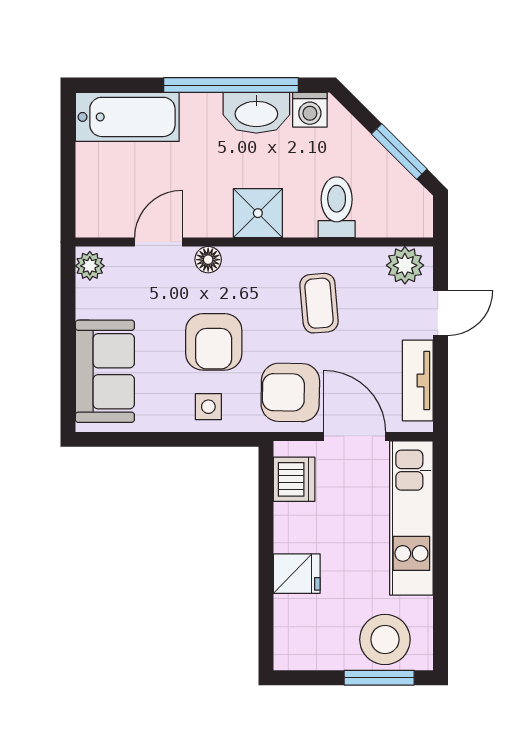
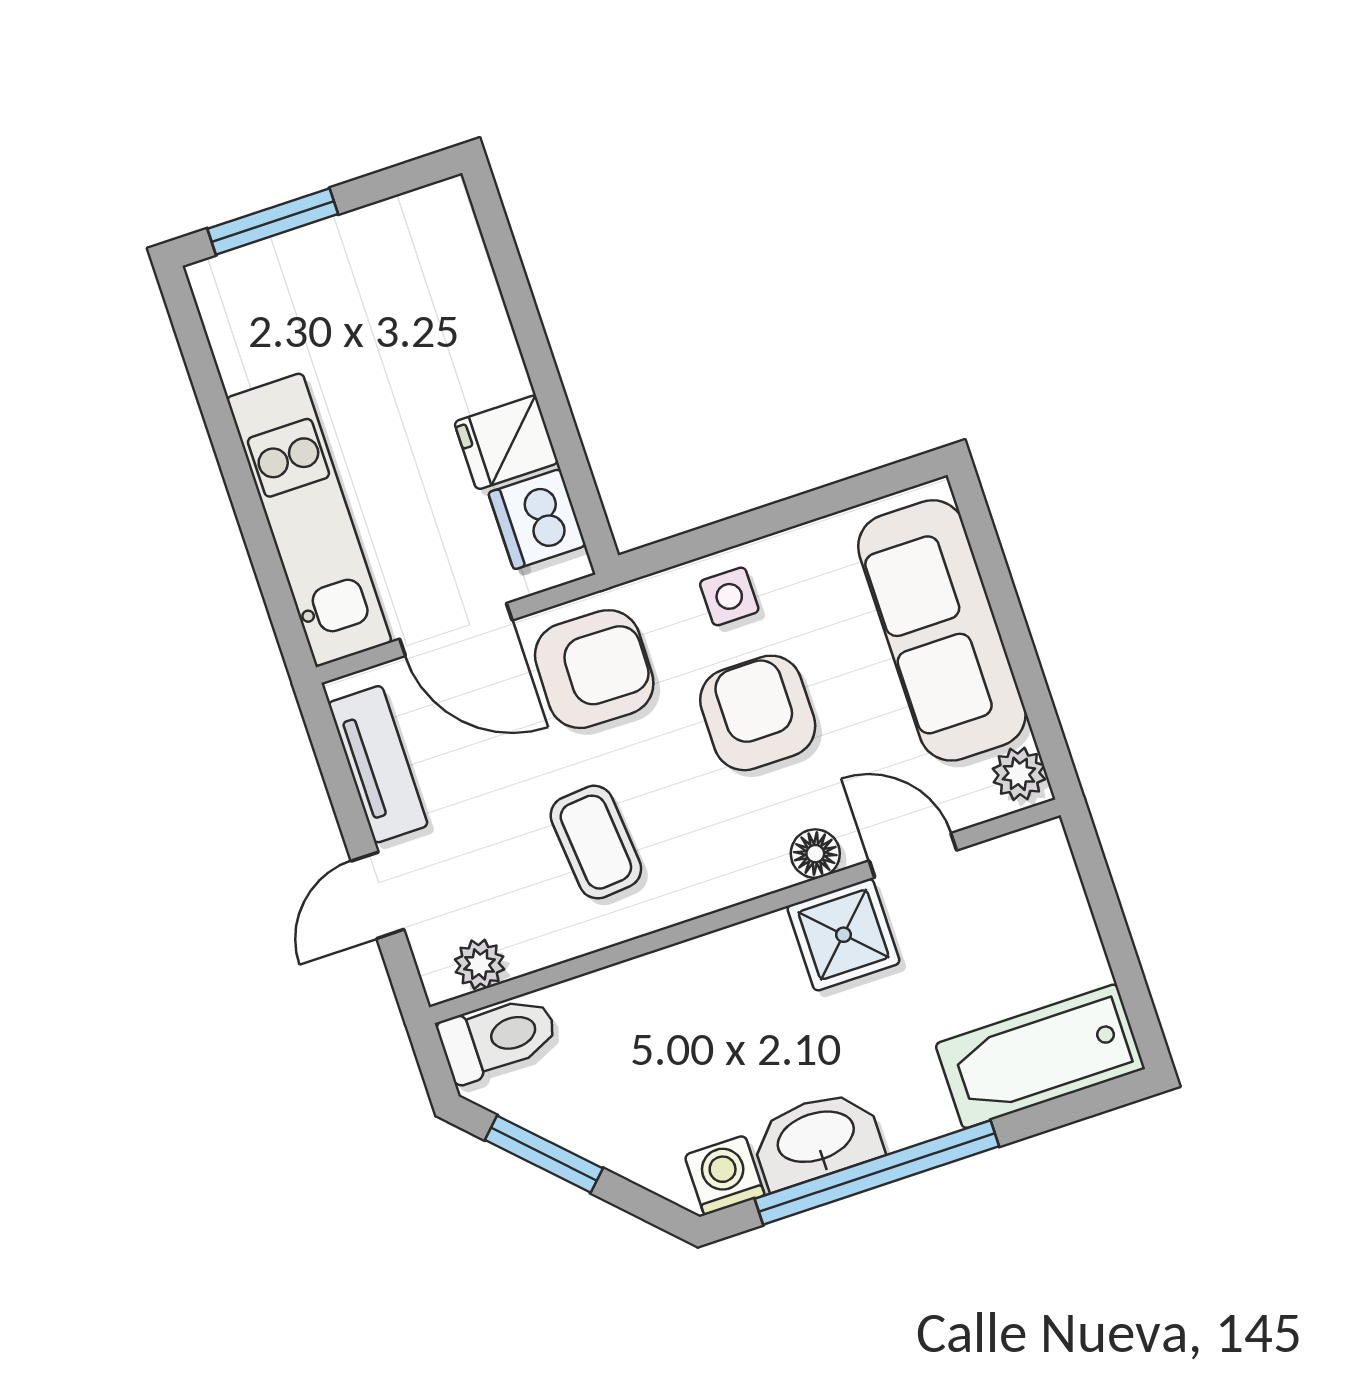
toilet: (337, 207) -> (498, 1038), moved, turned -90
shower: (258, 213) -> (844, 935), moved
door: (158, 242) -> (913, 855), swing flipped
plant: (405, 265) -> (480, 964), width x0.73, depth x0.73
sofa: (105, 371) -> (942, 630), width x1.36
fridge: (297, 574) -> (506, 442), moved
stool: (385, 639) -> (285, 292), removed

